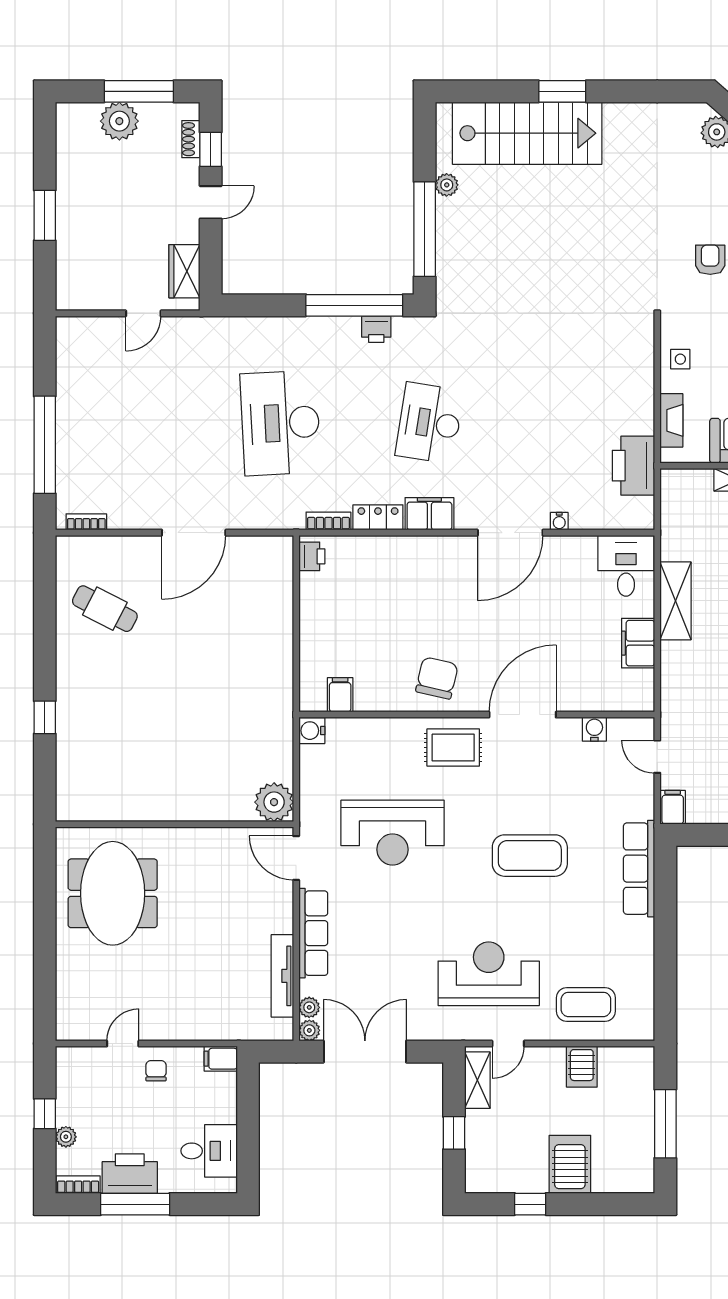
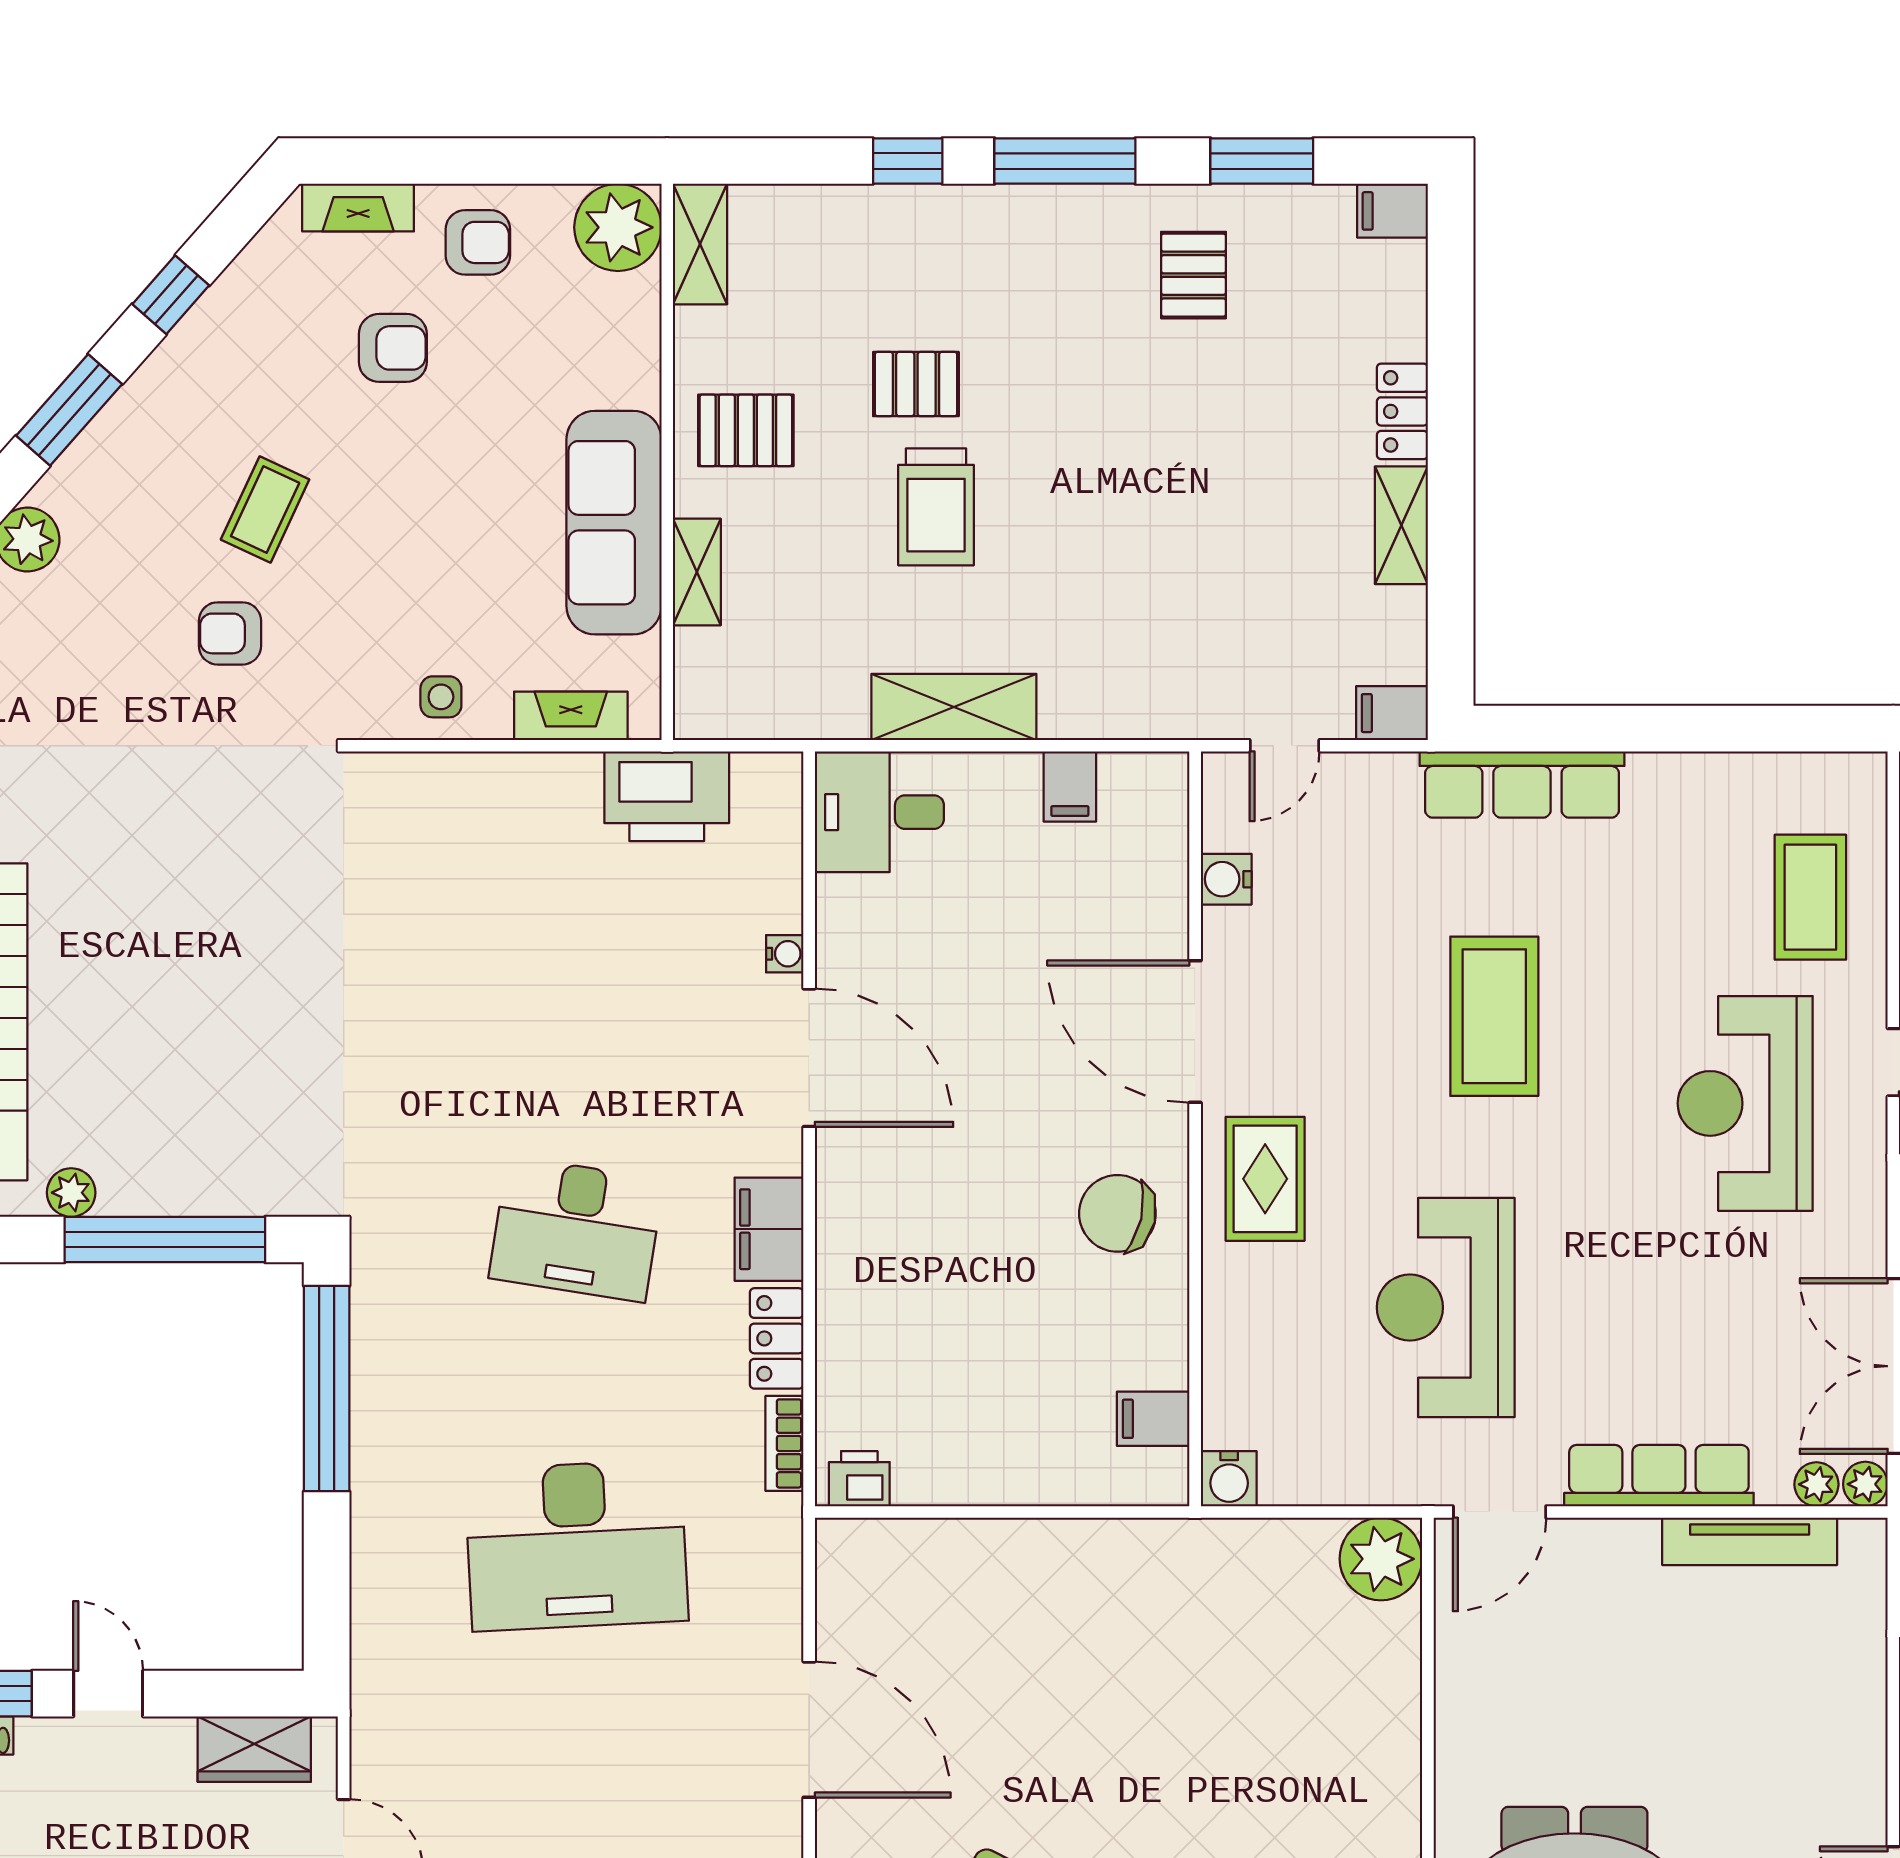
printer: (376, 329) -> (377, 1342), removed
filing cabinet: (638, 643) -> (1070, 786), width x0.50
reception desk: (393, 833) -> (1446, 1308), turned 180

